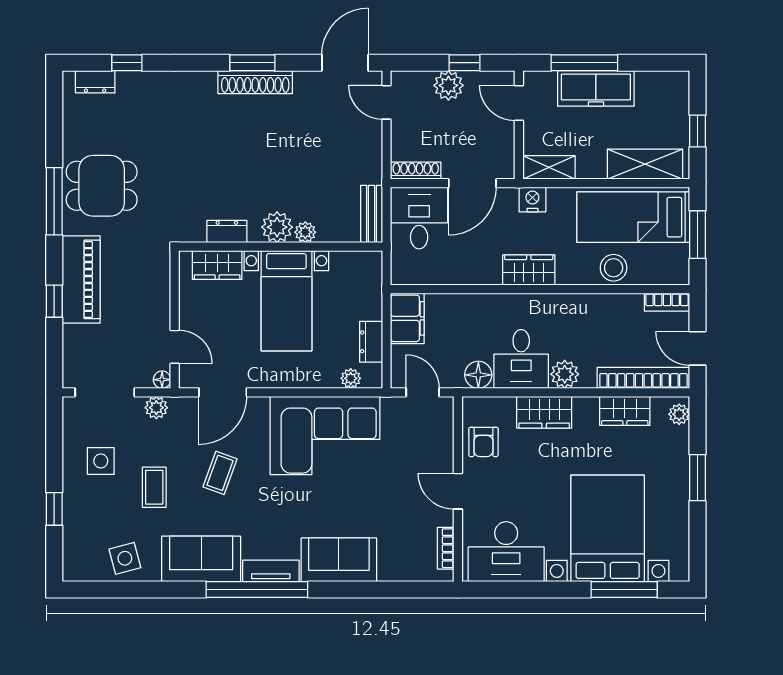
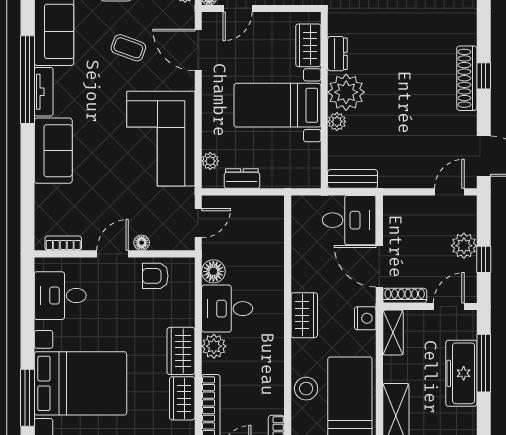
window: (252, 63) -> (484, 76), width x0.67
shoe rack: (416, 171) -> (405, 296), moved, turned -90
plant: (277, 227) -> (346, 92), width x1.36, depth x1.36
filing cabinet: (407, 318) -> (262, 210), removed
wardrobe: (544, 412) -> (181, 351), moved
floor lamp: (445, 458) -> (142, 243), added
desk: (506, 552) -> (60, 296), width x0.73

